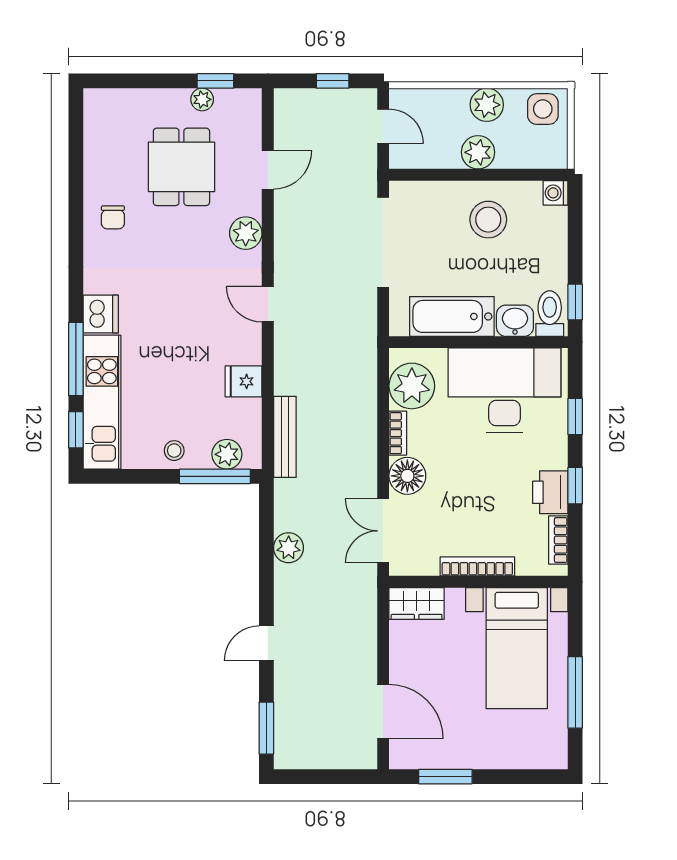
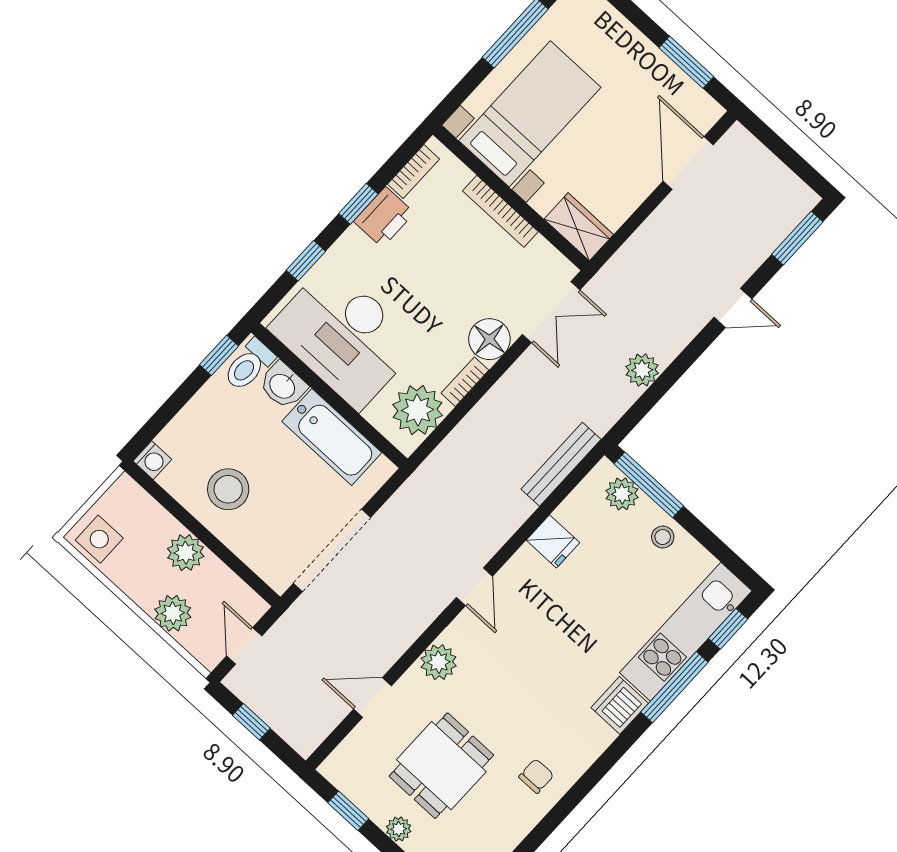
plant: (202, 99) -> (399, 829), moved
plant: (487, 105) -> (173, 613), moved

